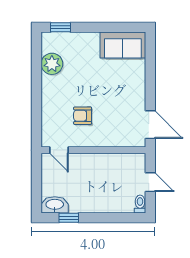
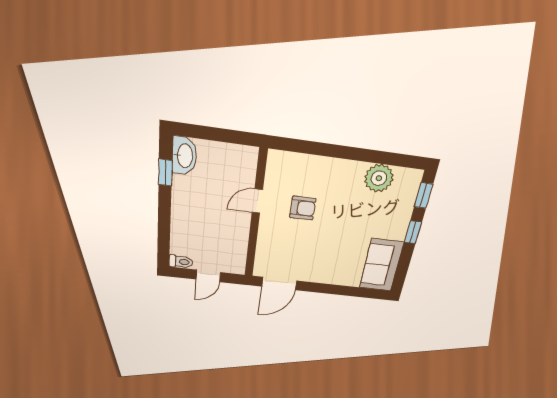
window: (91, 27) -> (413, 232), added
armchair: (83, 116) -> (303, 208), turned 90
door: (59, 150) -> (257, 201), moved

